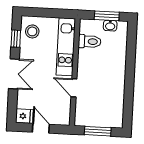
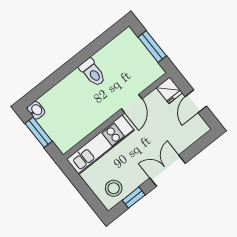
washbasin: (110, 26) -> (36, 110), moved
toilet: (90, 41) -> (92, 72), moved, turned 180
fridge: (24, 116) -> (169, 90), moved, turned 180

